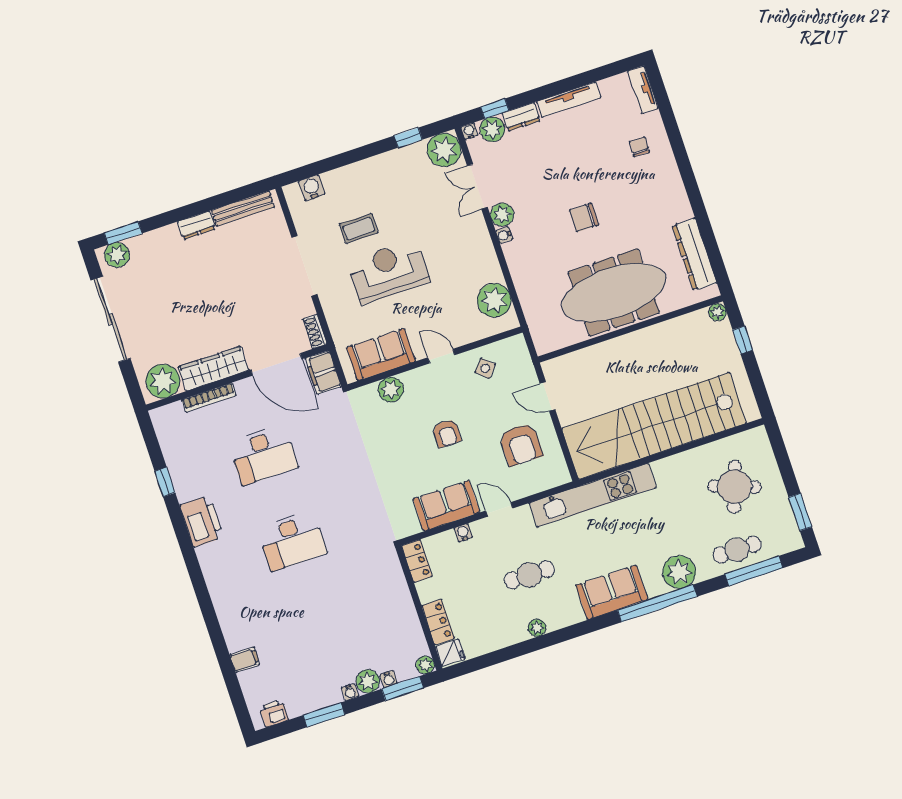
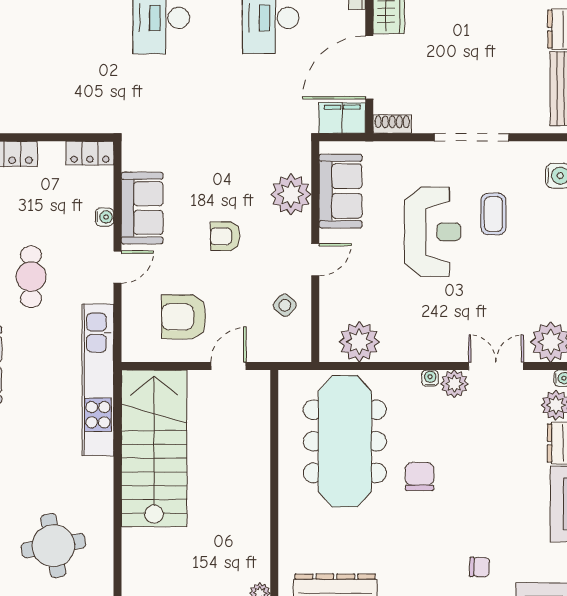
meeting table: (614, 292) -> (345, 441), moved
plant: (391, 390) -> (291, 194), width x1.36, depth x1.36
stairs: (654, 426) -> (154, 448), width x0.73
round table: (734, 487) -> (53, 546), turned -30

